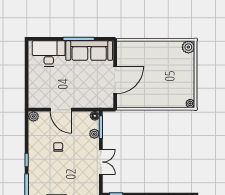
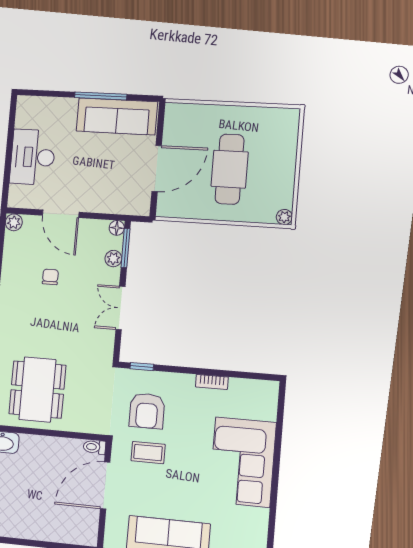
plant: (188, 47) -> (289, 119), removed
desk: (49, 53) -> (33, 157), moved, turned -90
cafe table: (157, 78) -> (230, 169), added
double door: (101, 162) -> (120, 308), swing flipped

